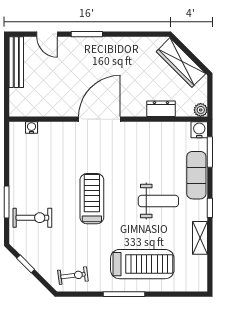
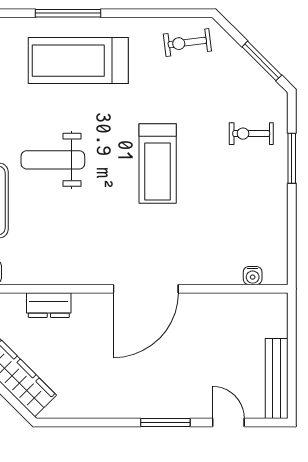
exercise bike: (32, 218) -> (251, 134), width x0.73, depth x0.72
window: (26, 264) -> (262, 61), width x1.50
window: (124, 294) -> (68, 13), moved

